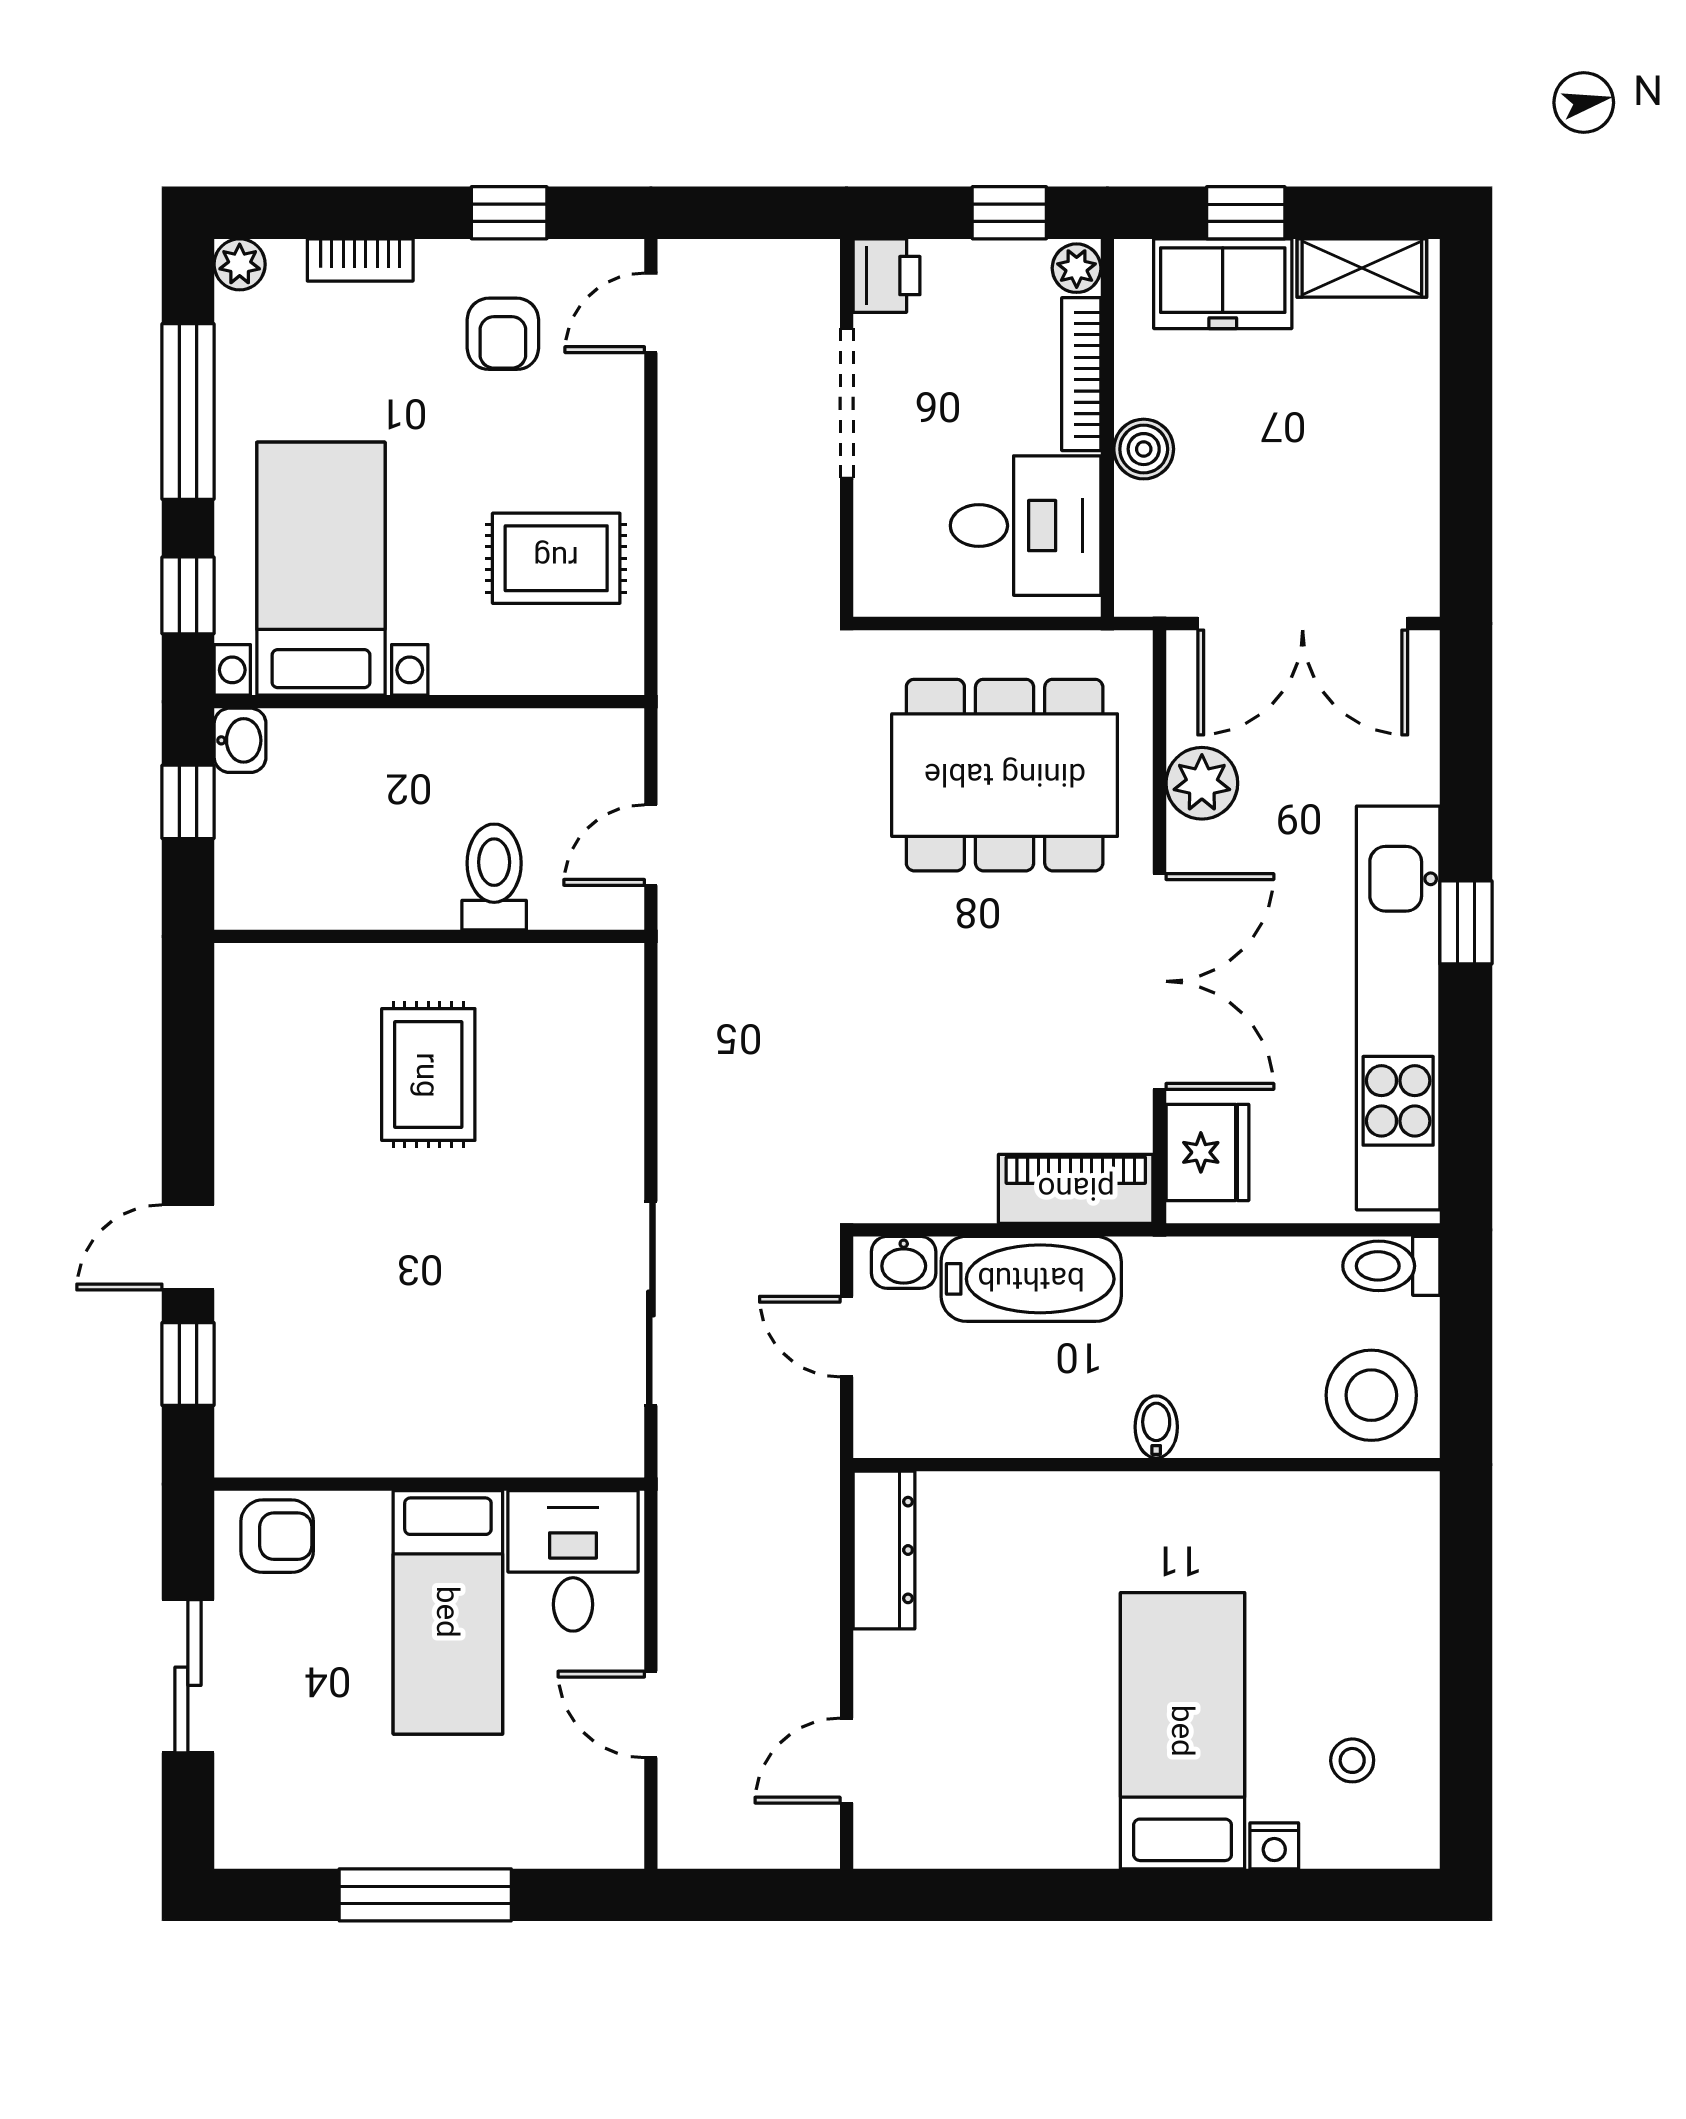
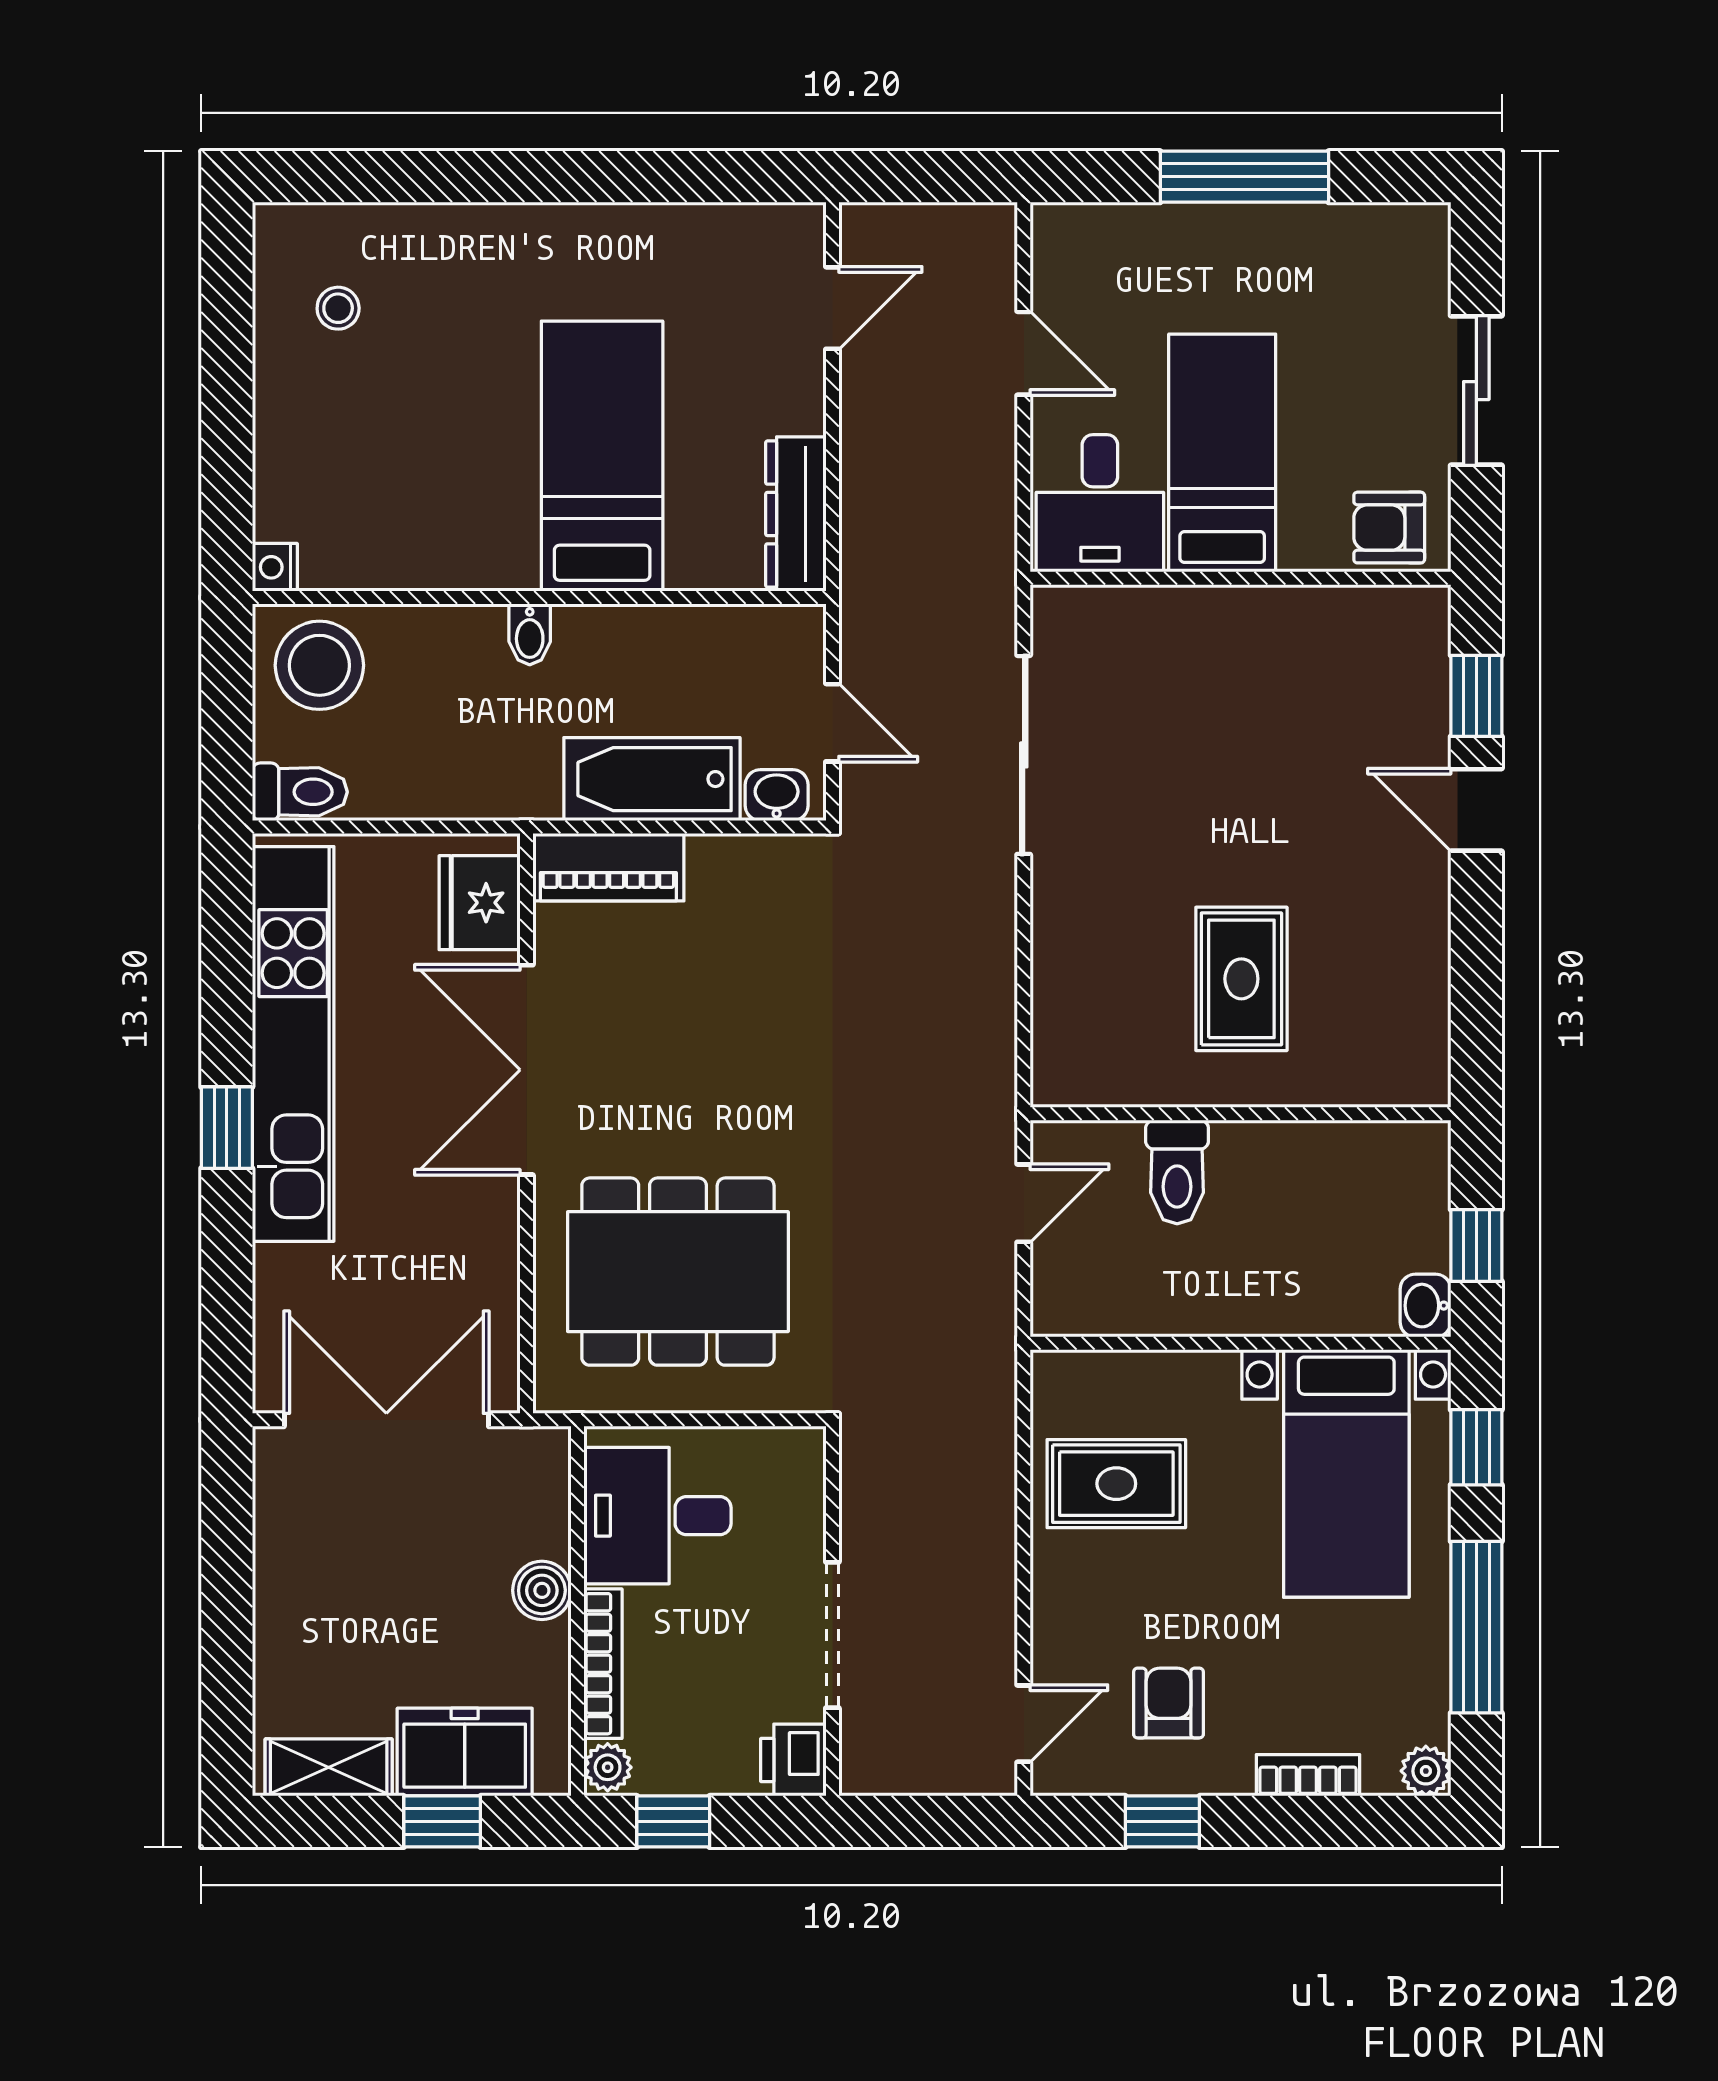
plant: (1202, 783) -> (485, 1264), removed
door: (188, 1247) -> (1476, 810), swing flipped
bed: (1183, 1731) -> (602, 456), moved, turned 180
nightstand: (1274, 1846) -> (275, 567), moved, turned -90

